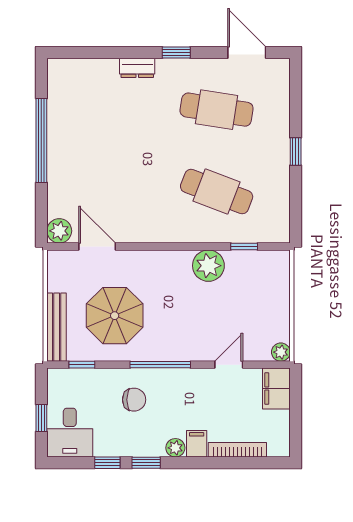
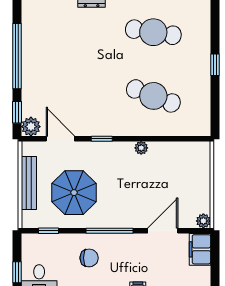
window: (41, 212) -> (17, 112), added
window: (244, 246) -> (102, 139), moved
plant: (208, 266) -> (141, 148), width x0.53, depth x0.53
bench: (57, 327) -> (29, 183), moved
door: (229, 365) -> (163, 231), width x1.38

